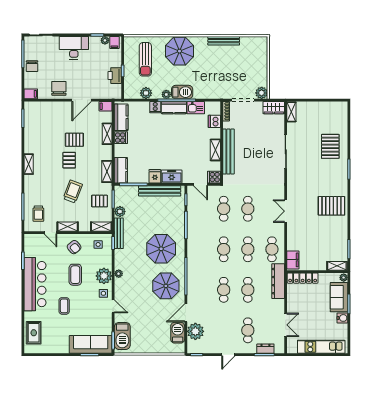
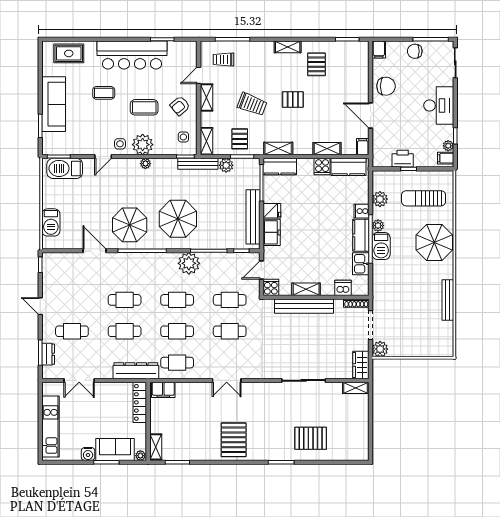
pallet: (74, 140) -> (317, 64), moved
double door: (286, 211) -> (227, 380), swing flipped
plant: (195, 331) -> (189, 263), moved
barbecue: (178, 333) -> (51, 222), moved, turned 90
sofa: (91, 344) -> (54, 104), moved

